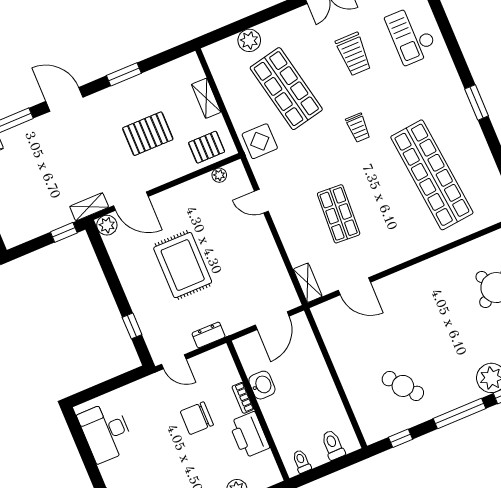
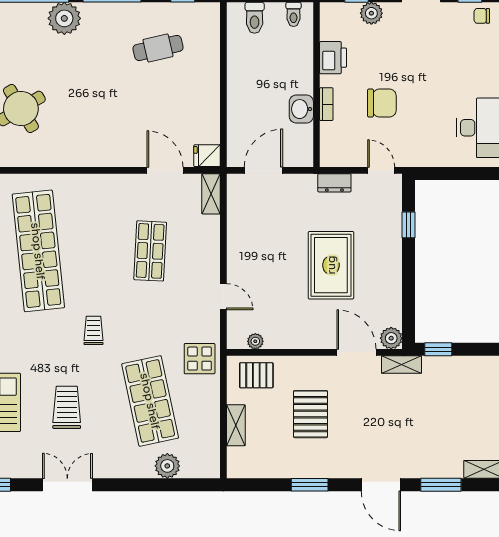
pallet: (148, 134) -> (311, 414), turned 90
fridge: (324, 313) -> (207, 156), added
cafe table: (403, 386) -> (158, 48), turned -64
printer: (249, 435) -> (333, 58), width x0.73, depth x0.84

